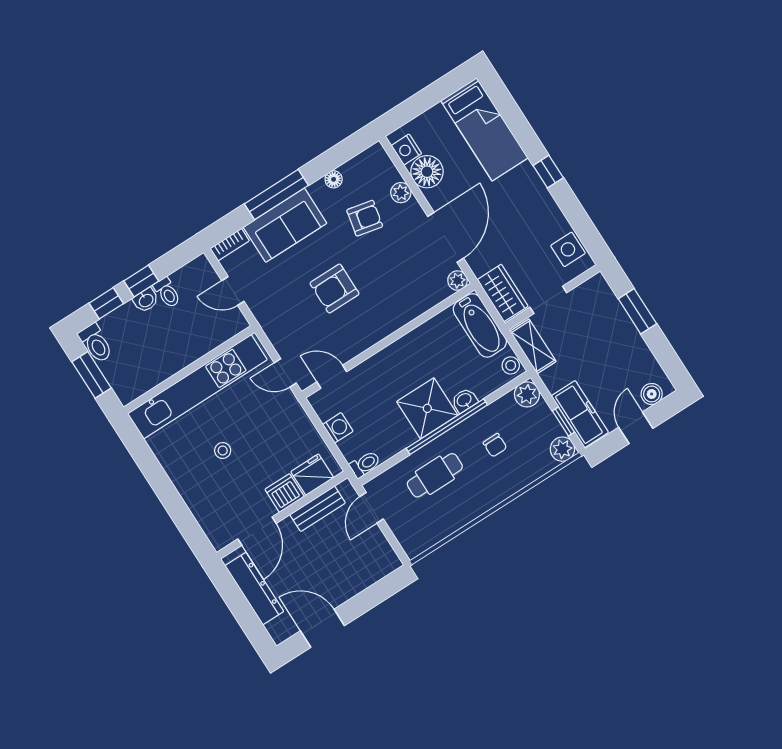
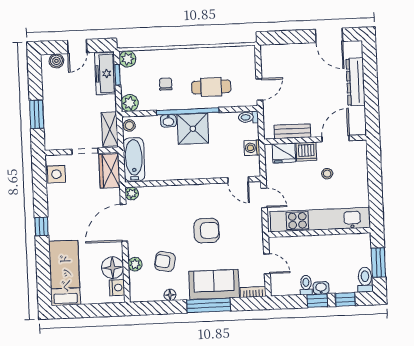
fridge: (312, 475) -> (284, 153), moved
dishwasher: (285, 493) -> (306, 152), moved
bench: (318, 509) -> (292, 131), moved
wall: (282, 515) -> (315, 140), moved
door: (257, 531) -> (336, 139), moved

